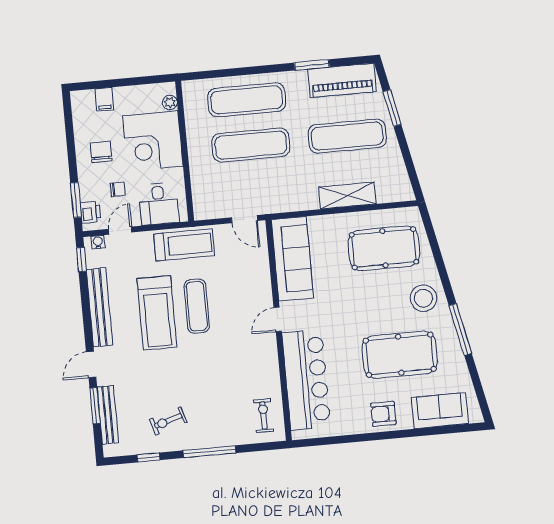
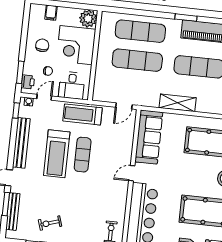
plant: (170, 103) -> (88, 19), width x1.88, depth x1.88
shelving: (347, 196) -> (178, 103), moved
door: (245, 219) -> (124, 106), hinge flipped
treadmill: (184, 245) -> (82, 114), turned 180

